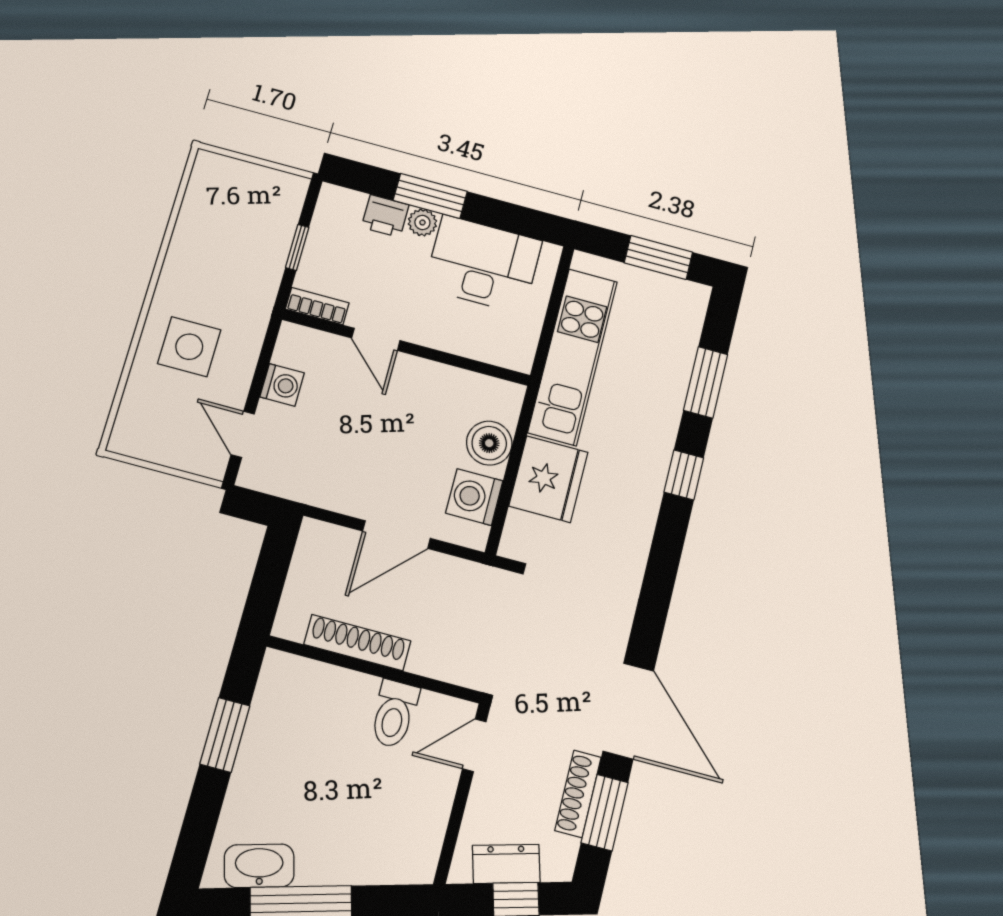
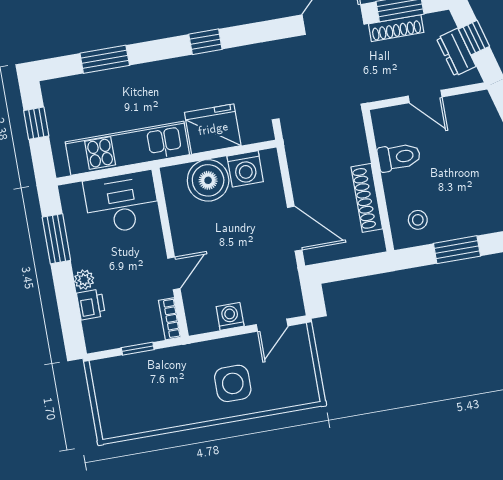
window: (430, 196) -> (56, 239), moved
window: (658, 258) -> (36, 123), width x0.67
desk: (483, 264) -> (122, 203), moved, turned 90
boiler: (489, 443) -> (208, 180), width x1.37, depth x1.37
window: (684, 475) -> (205, 42), moved
door: (396, 535) -> (295, 229), moved
stool: (293, 699) -> (418, 220), added
door: (474, 745) -> (425, 97), moved

